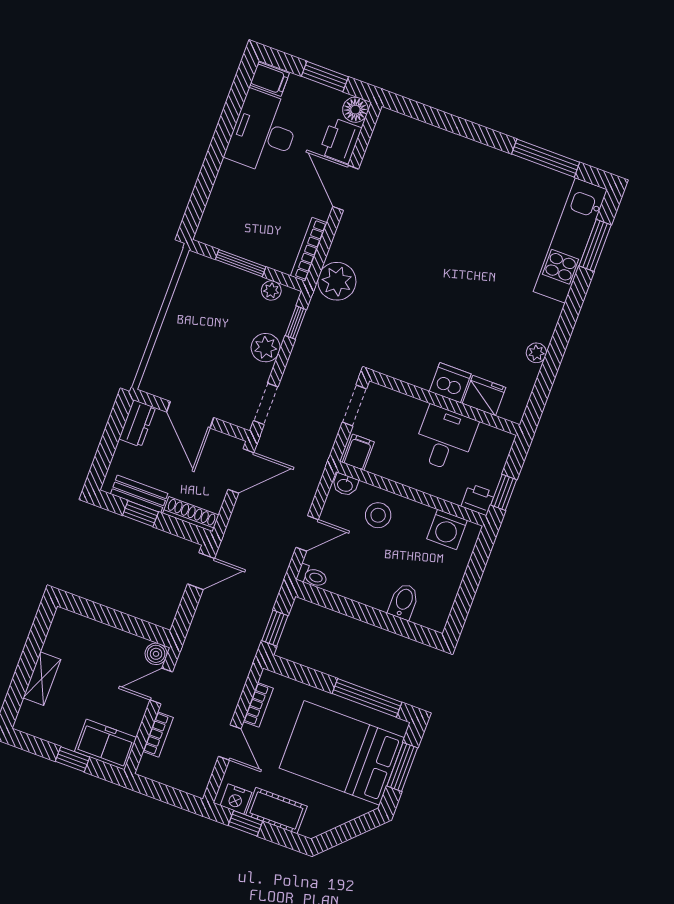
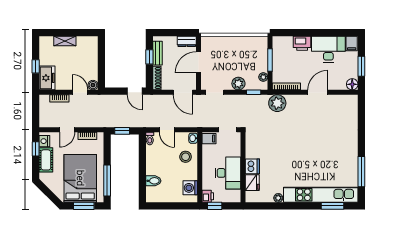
printer: (340, 141) -> (302, 43), moved, turned 180
kitchen unit: (570, 241) -> (321, 195), width x1.36
desk: (445, 439) -> (228, 173), width x1.37

